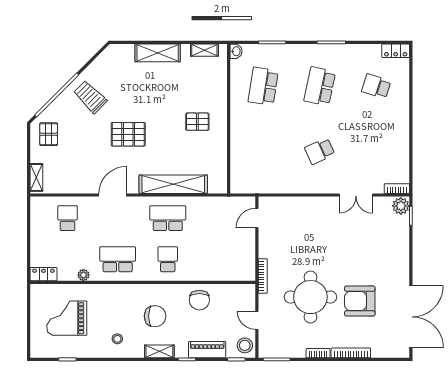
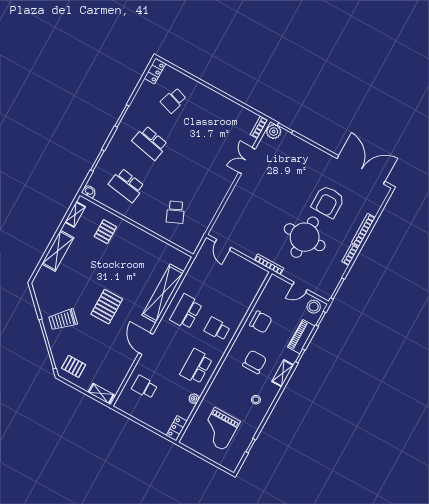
pallet: (197, 122) -> (105, 232), moved
school desk: (320, 151) -> (175, 212), moved
double door: (356, 195) -> (247, 161), swing flipped

